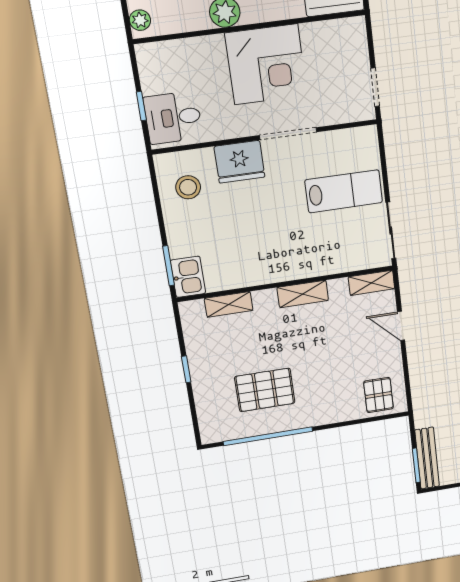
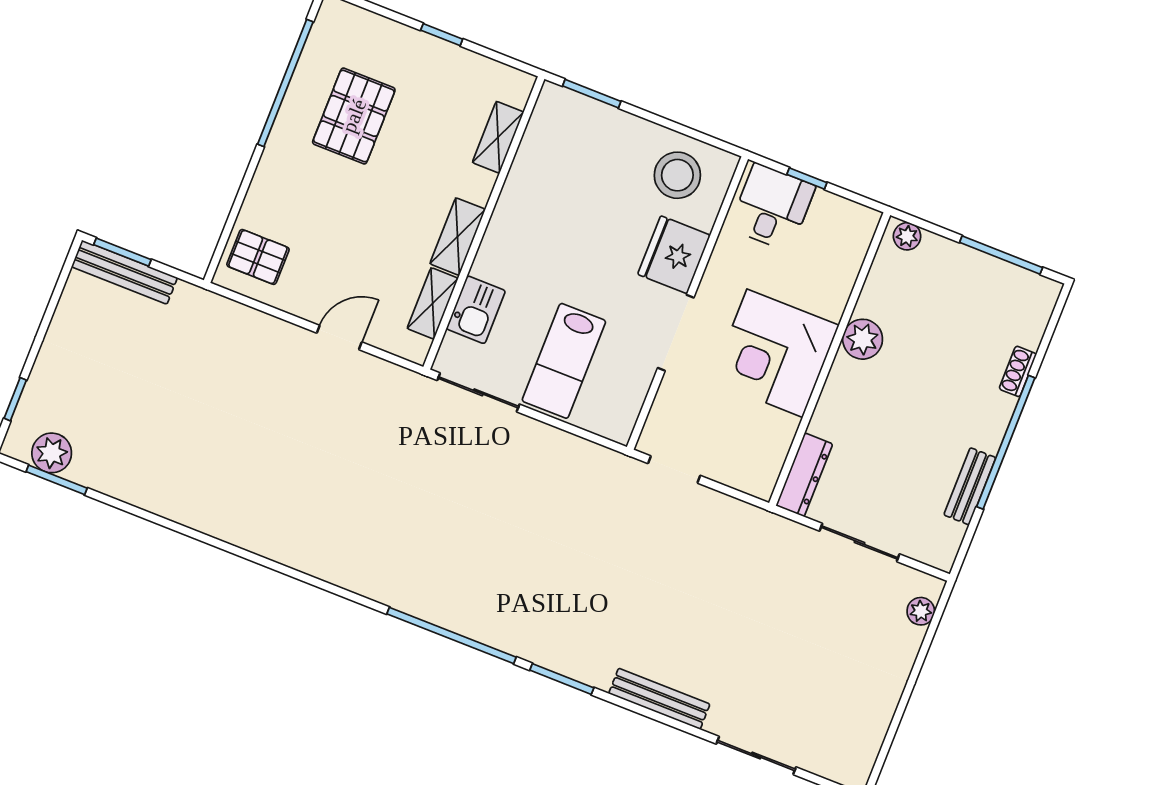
stool: (188, 187) -> (677, 175), width x1.38, depth x1.38
kitchen sink: (188, 277) -> (476, 310), moved, turned -90
shelving: (371, 283) -> (433, 303), moved

